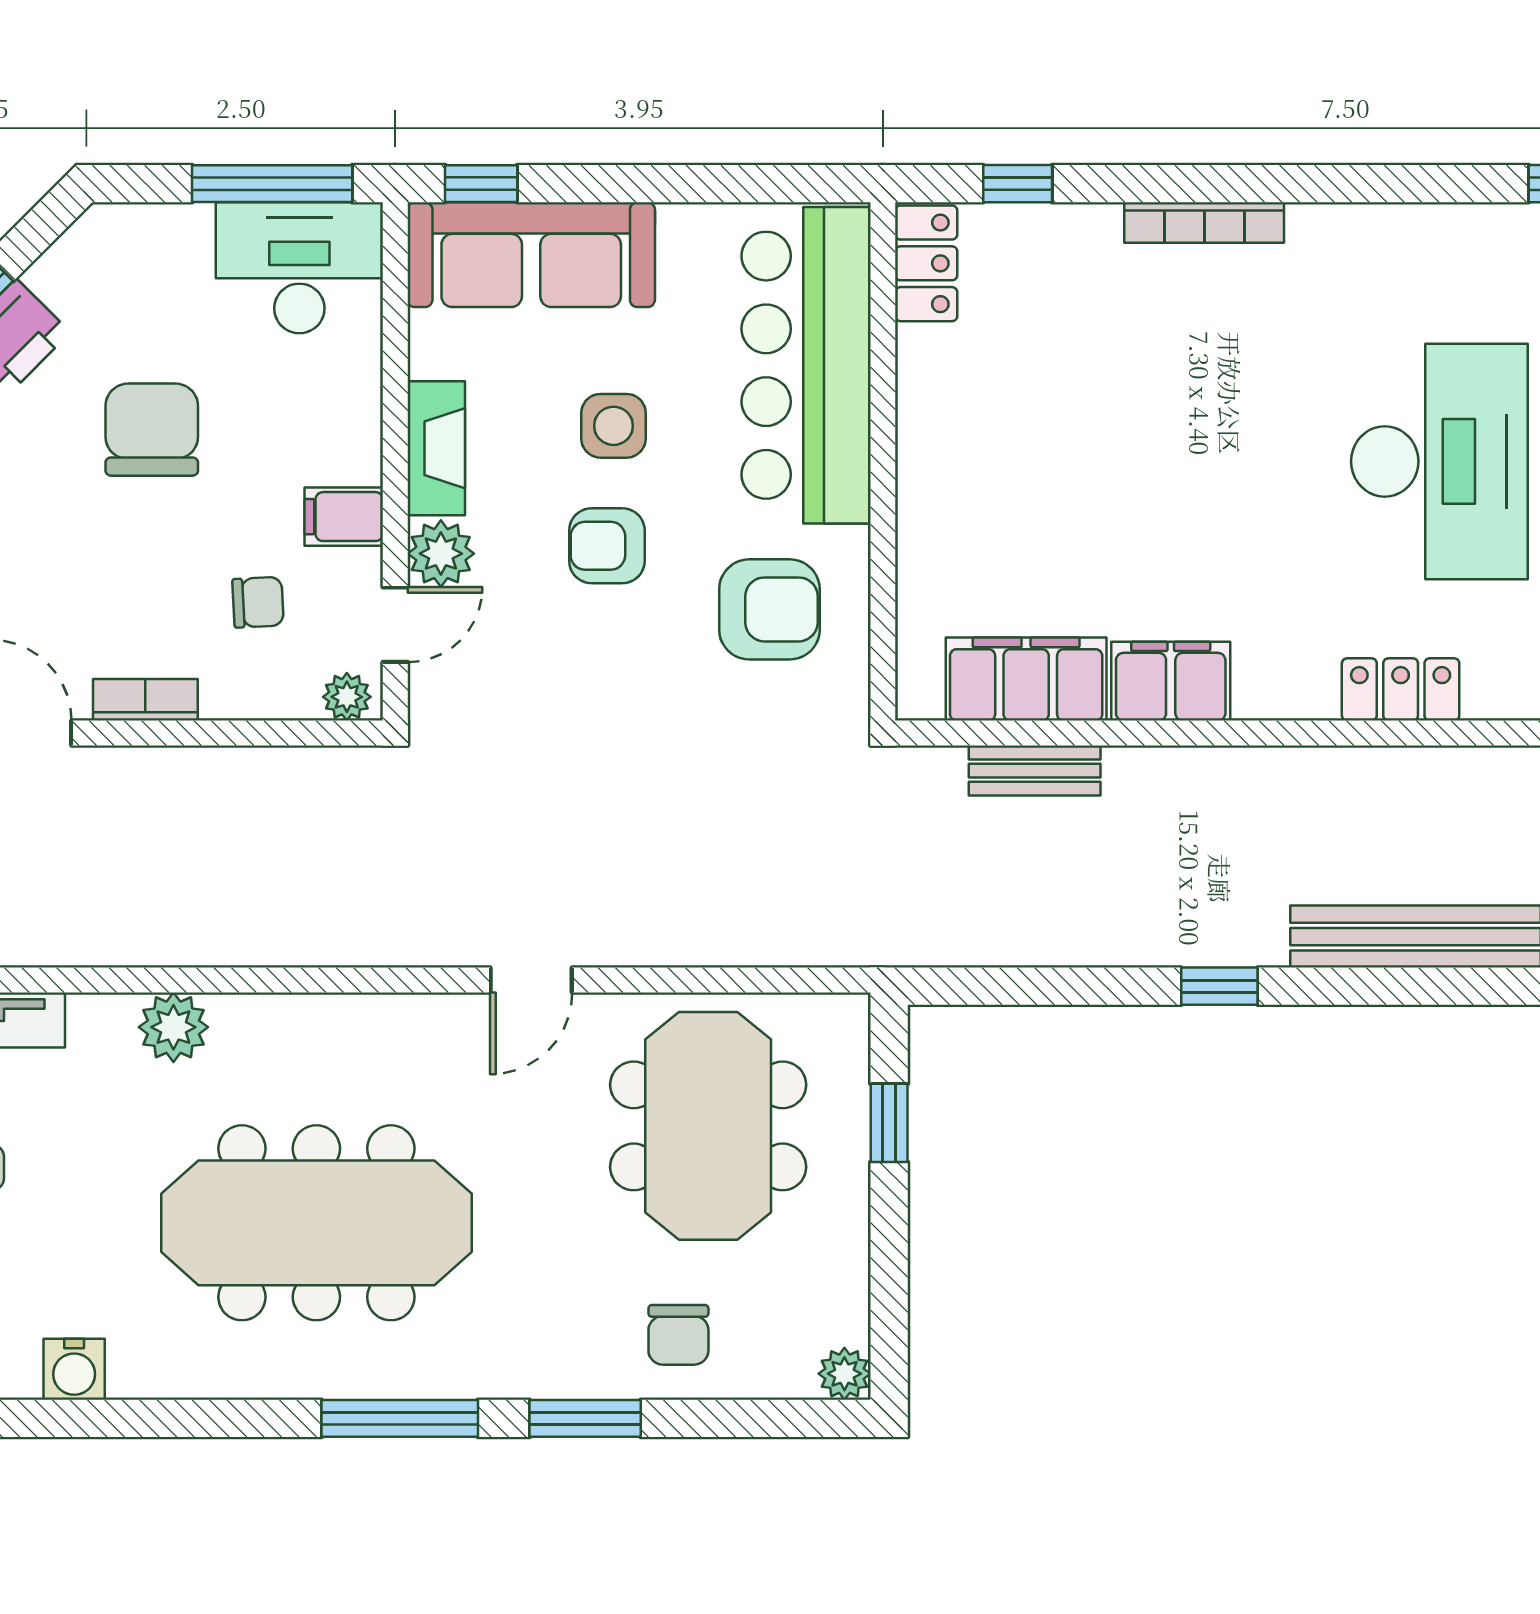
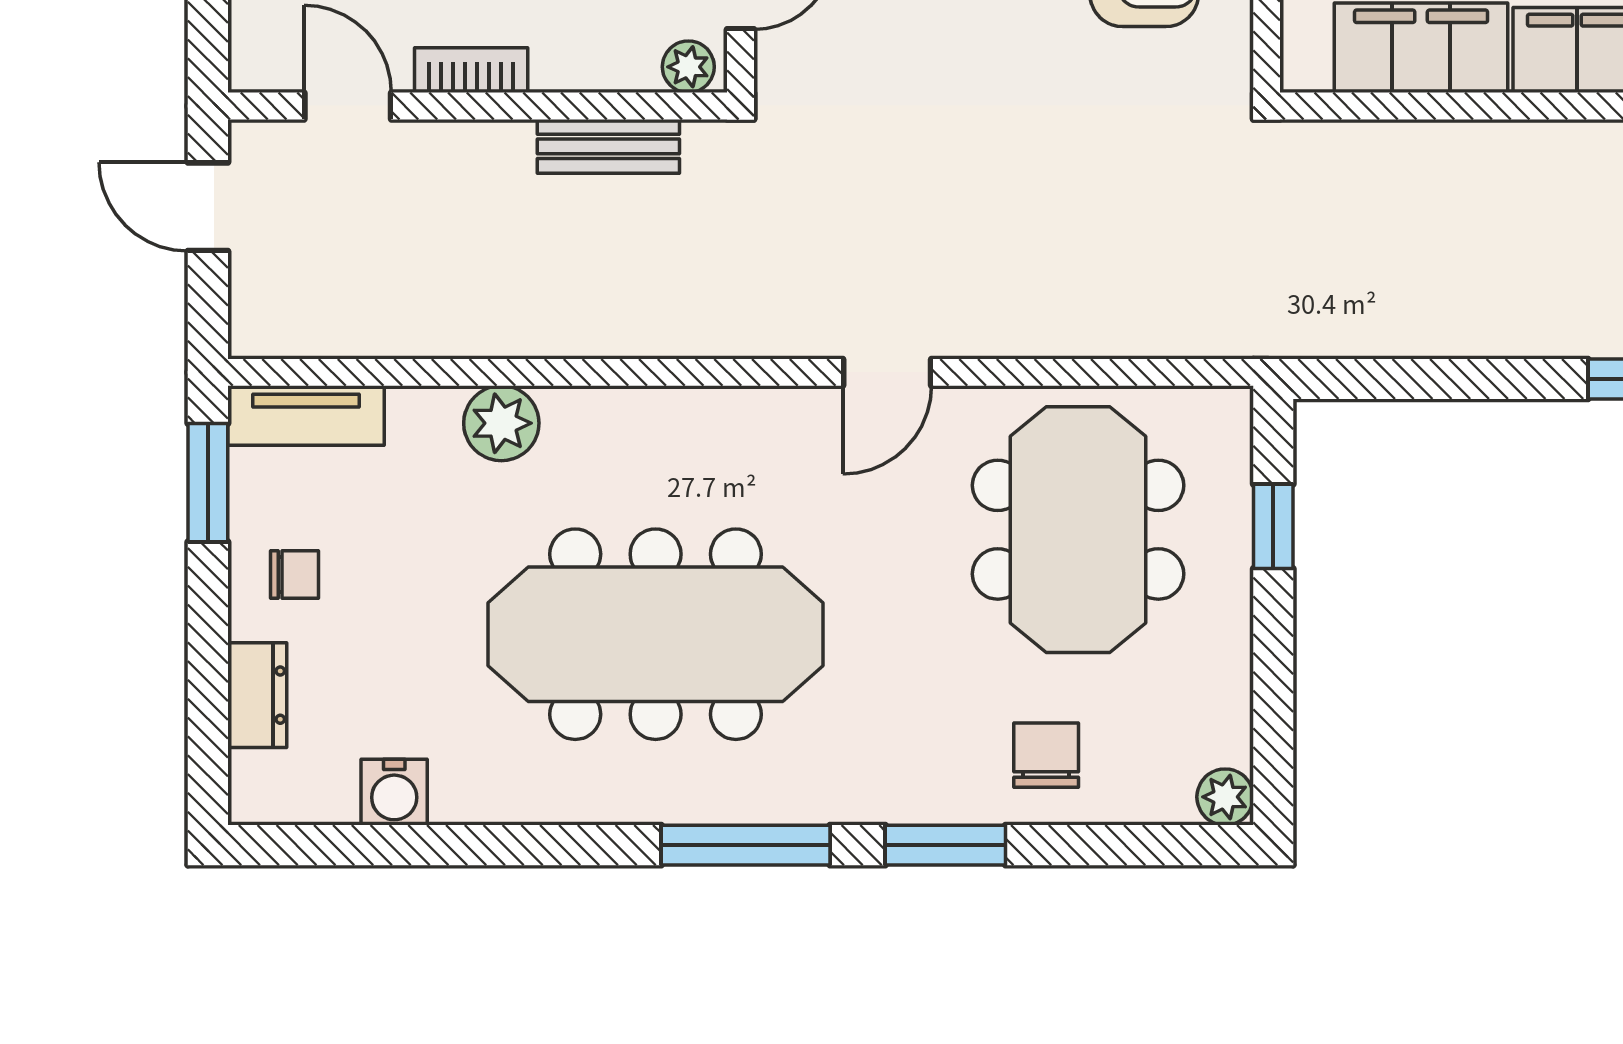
bench: (1035, 771) -> (608, 146), moved
chair: (678, 1335) -> (1046, 755), turned 180

